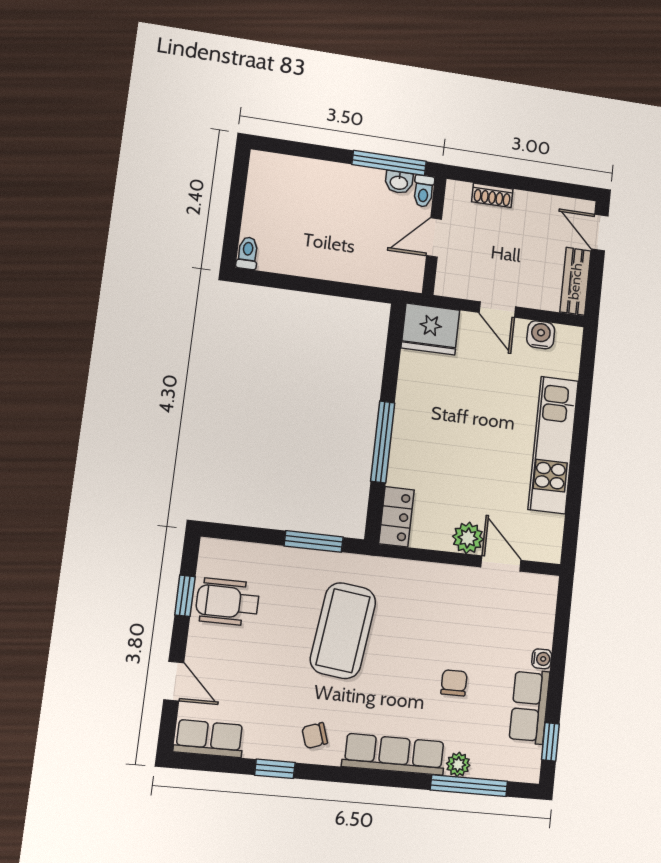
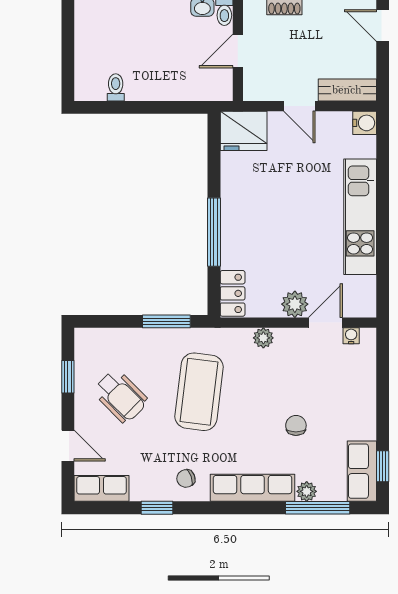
toilet: (247, 253) -> (116, 87), moved
bench: (575, 281) -> (347, 90), moved, turned 90
water cooler: (541, 335) -> (365, 123), moved, turned 90
door: (501, 564) -> (325, 323), hinge flipped
plant: (427, 574) -> (263, 338), added
wheelchair: (228, 602) -> (121, 396), moved, turned -135
water cooler: (542, 659) -> (351, 336), moved, turned -90
row of seats: (529, 707) -> (362, 471), moved

